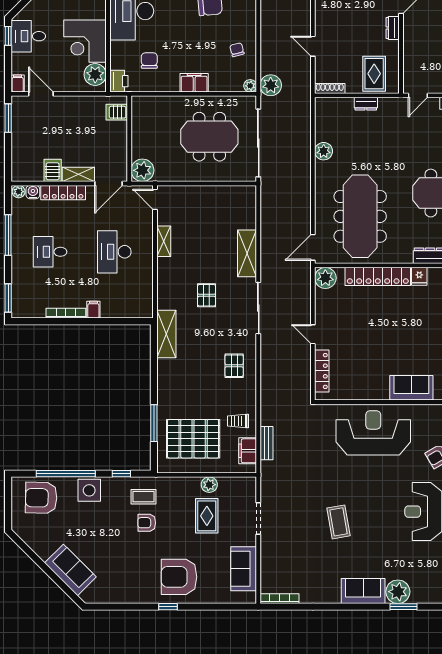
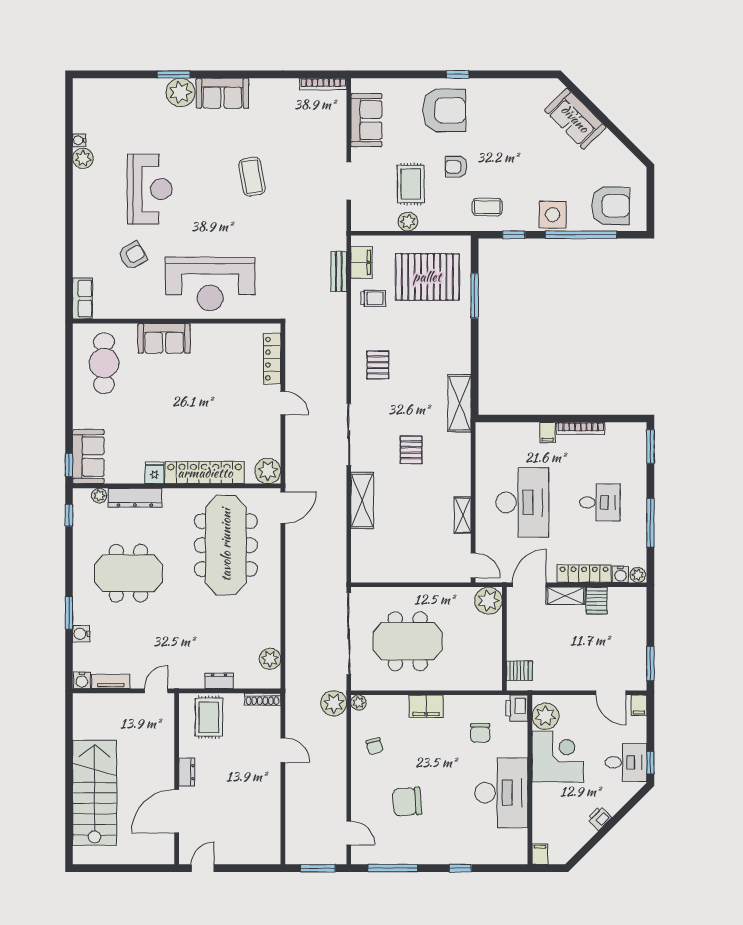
plant: (324, 151) -> (270, 659), moved
desk: (114, 252) -> (522, 502), width x1.36, depth x1.30
armchair: (147, 523) -> (456, 167), moved, turned 180

